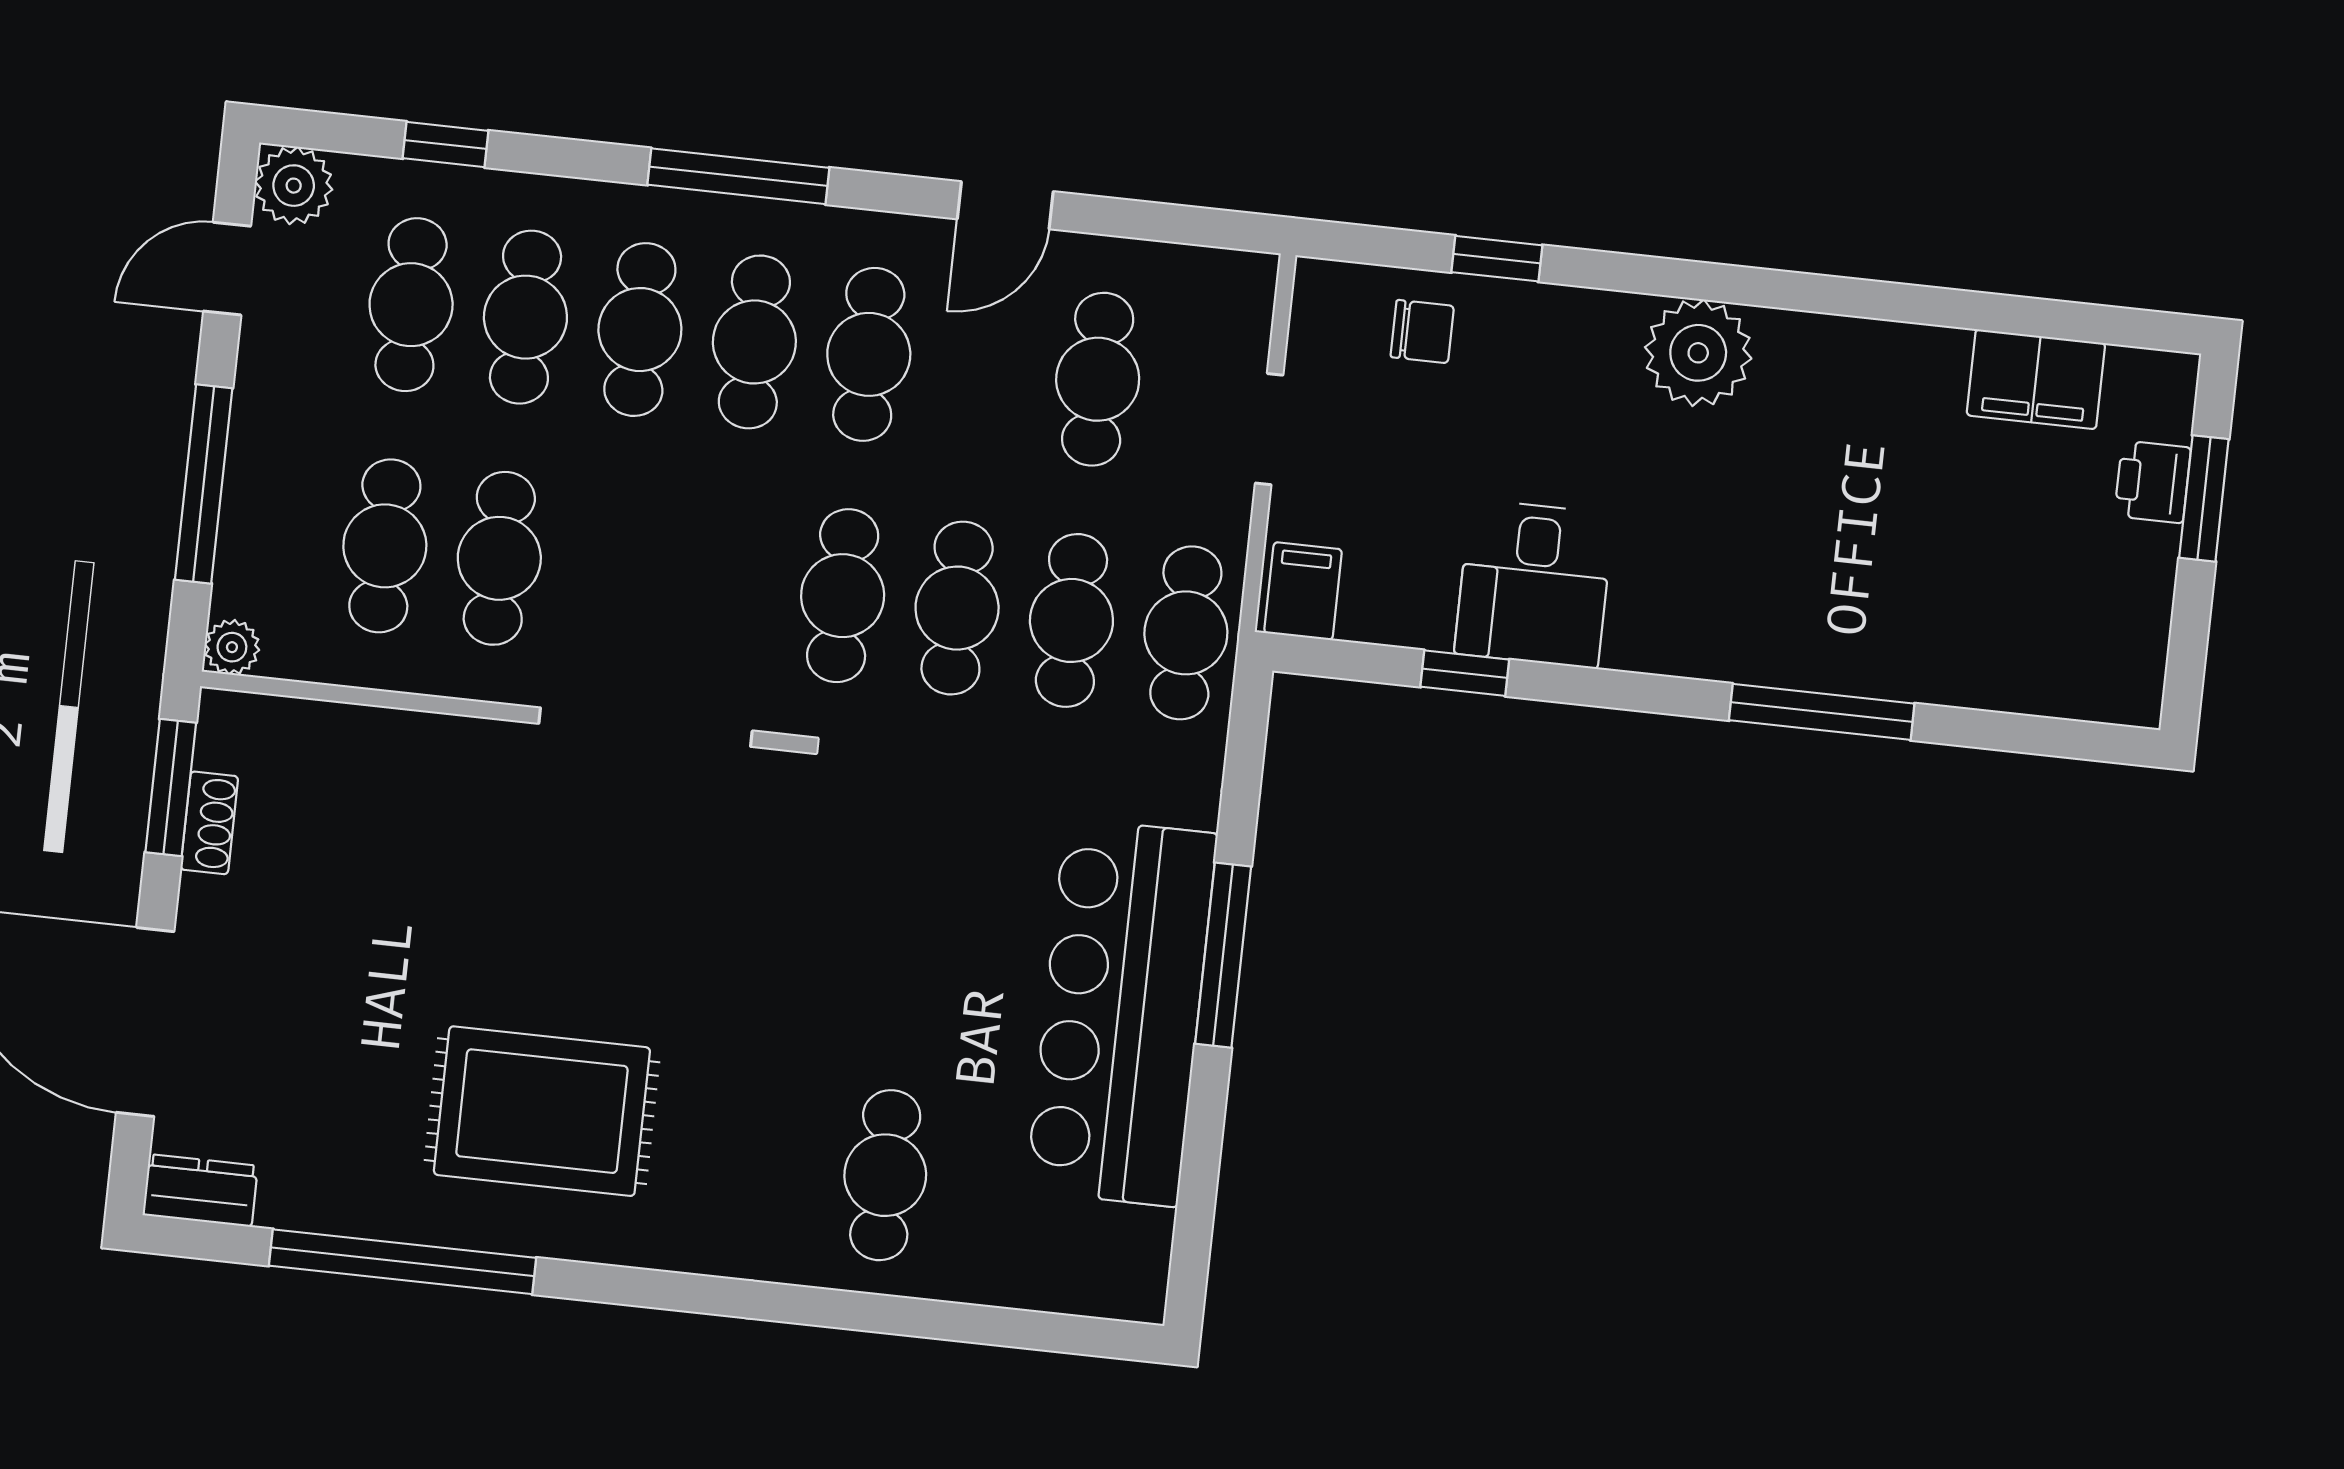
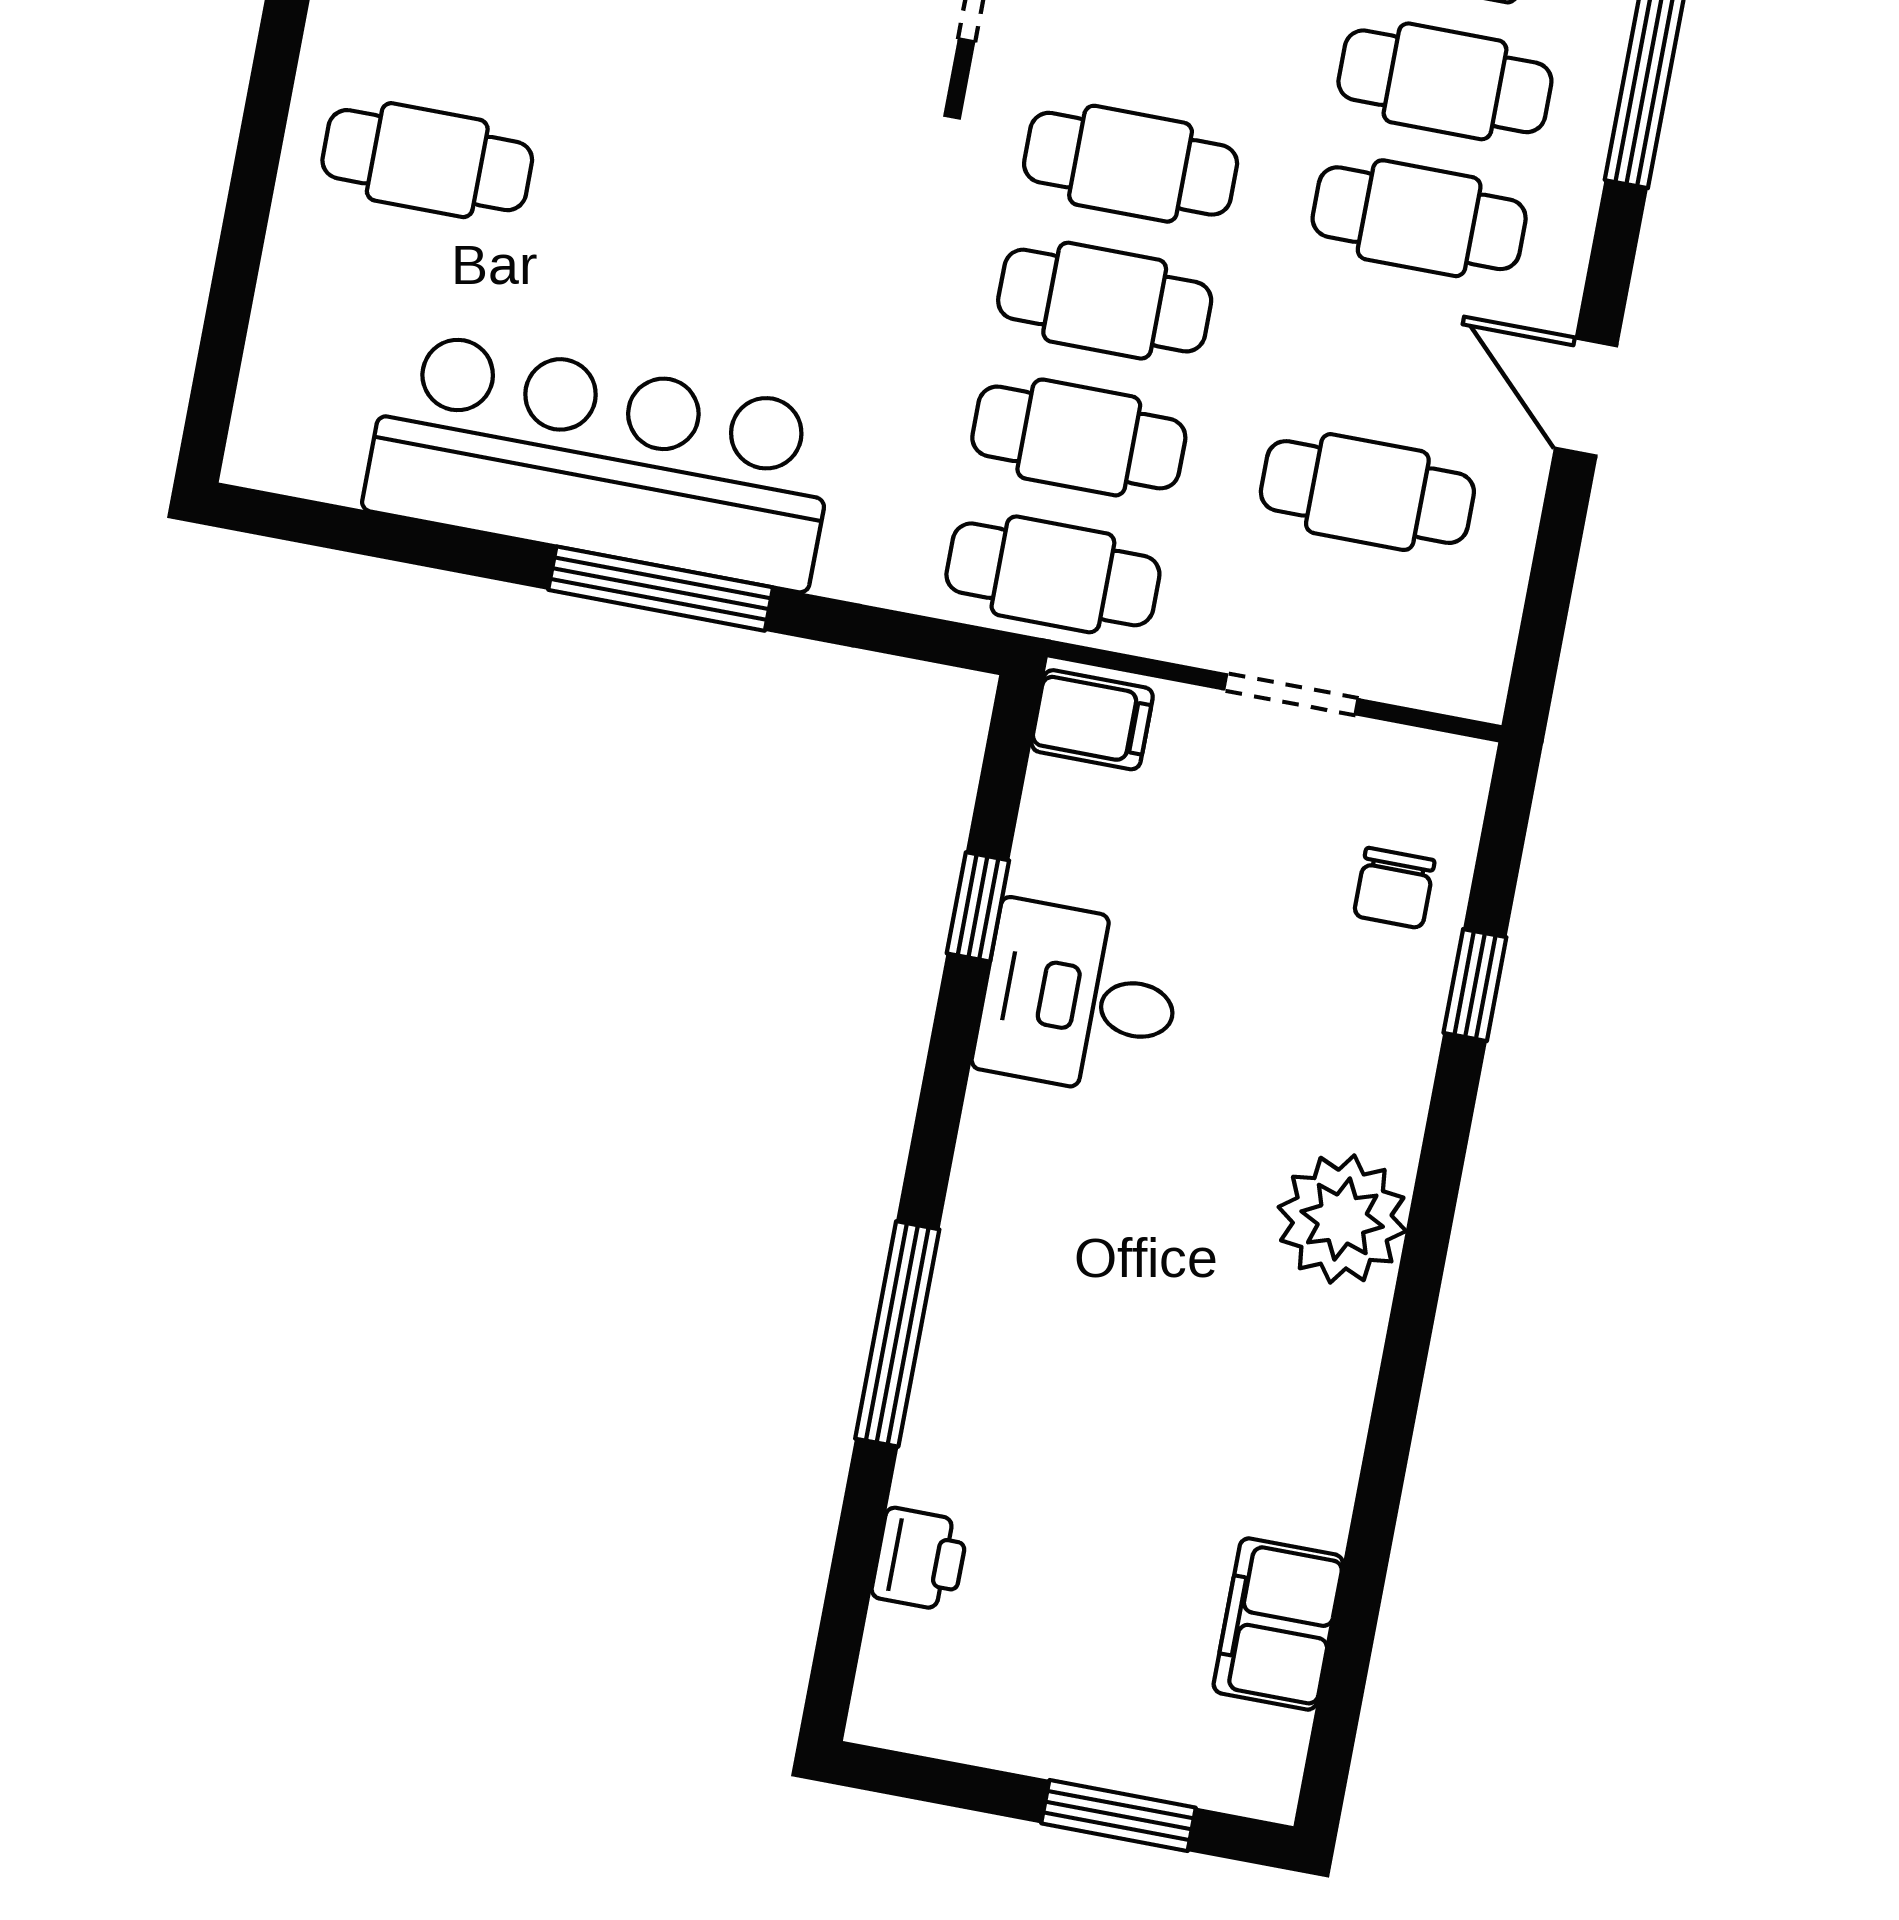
printer: (2153, 482) -> (920, 1559), moved, turned 90

